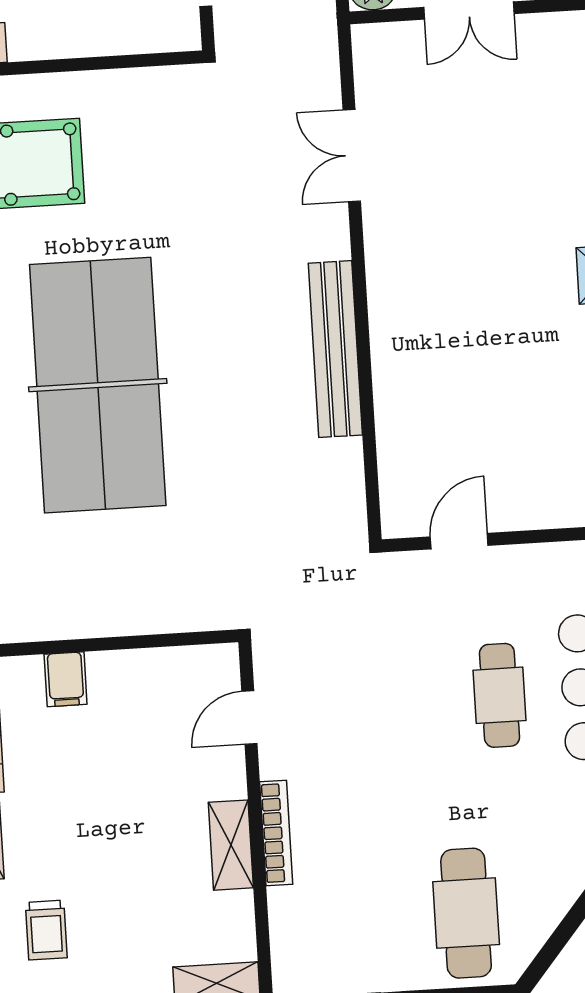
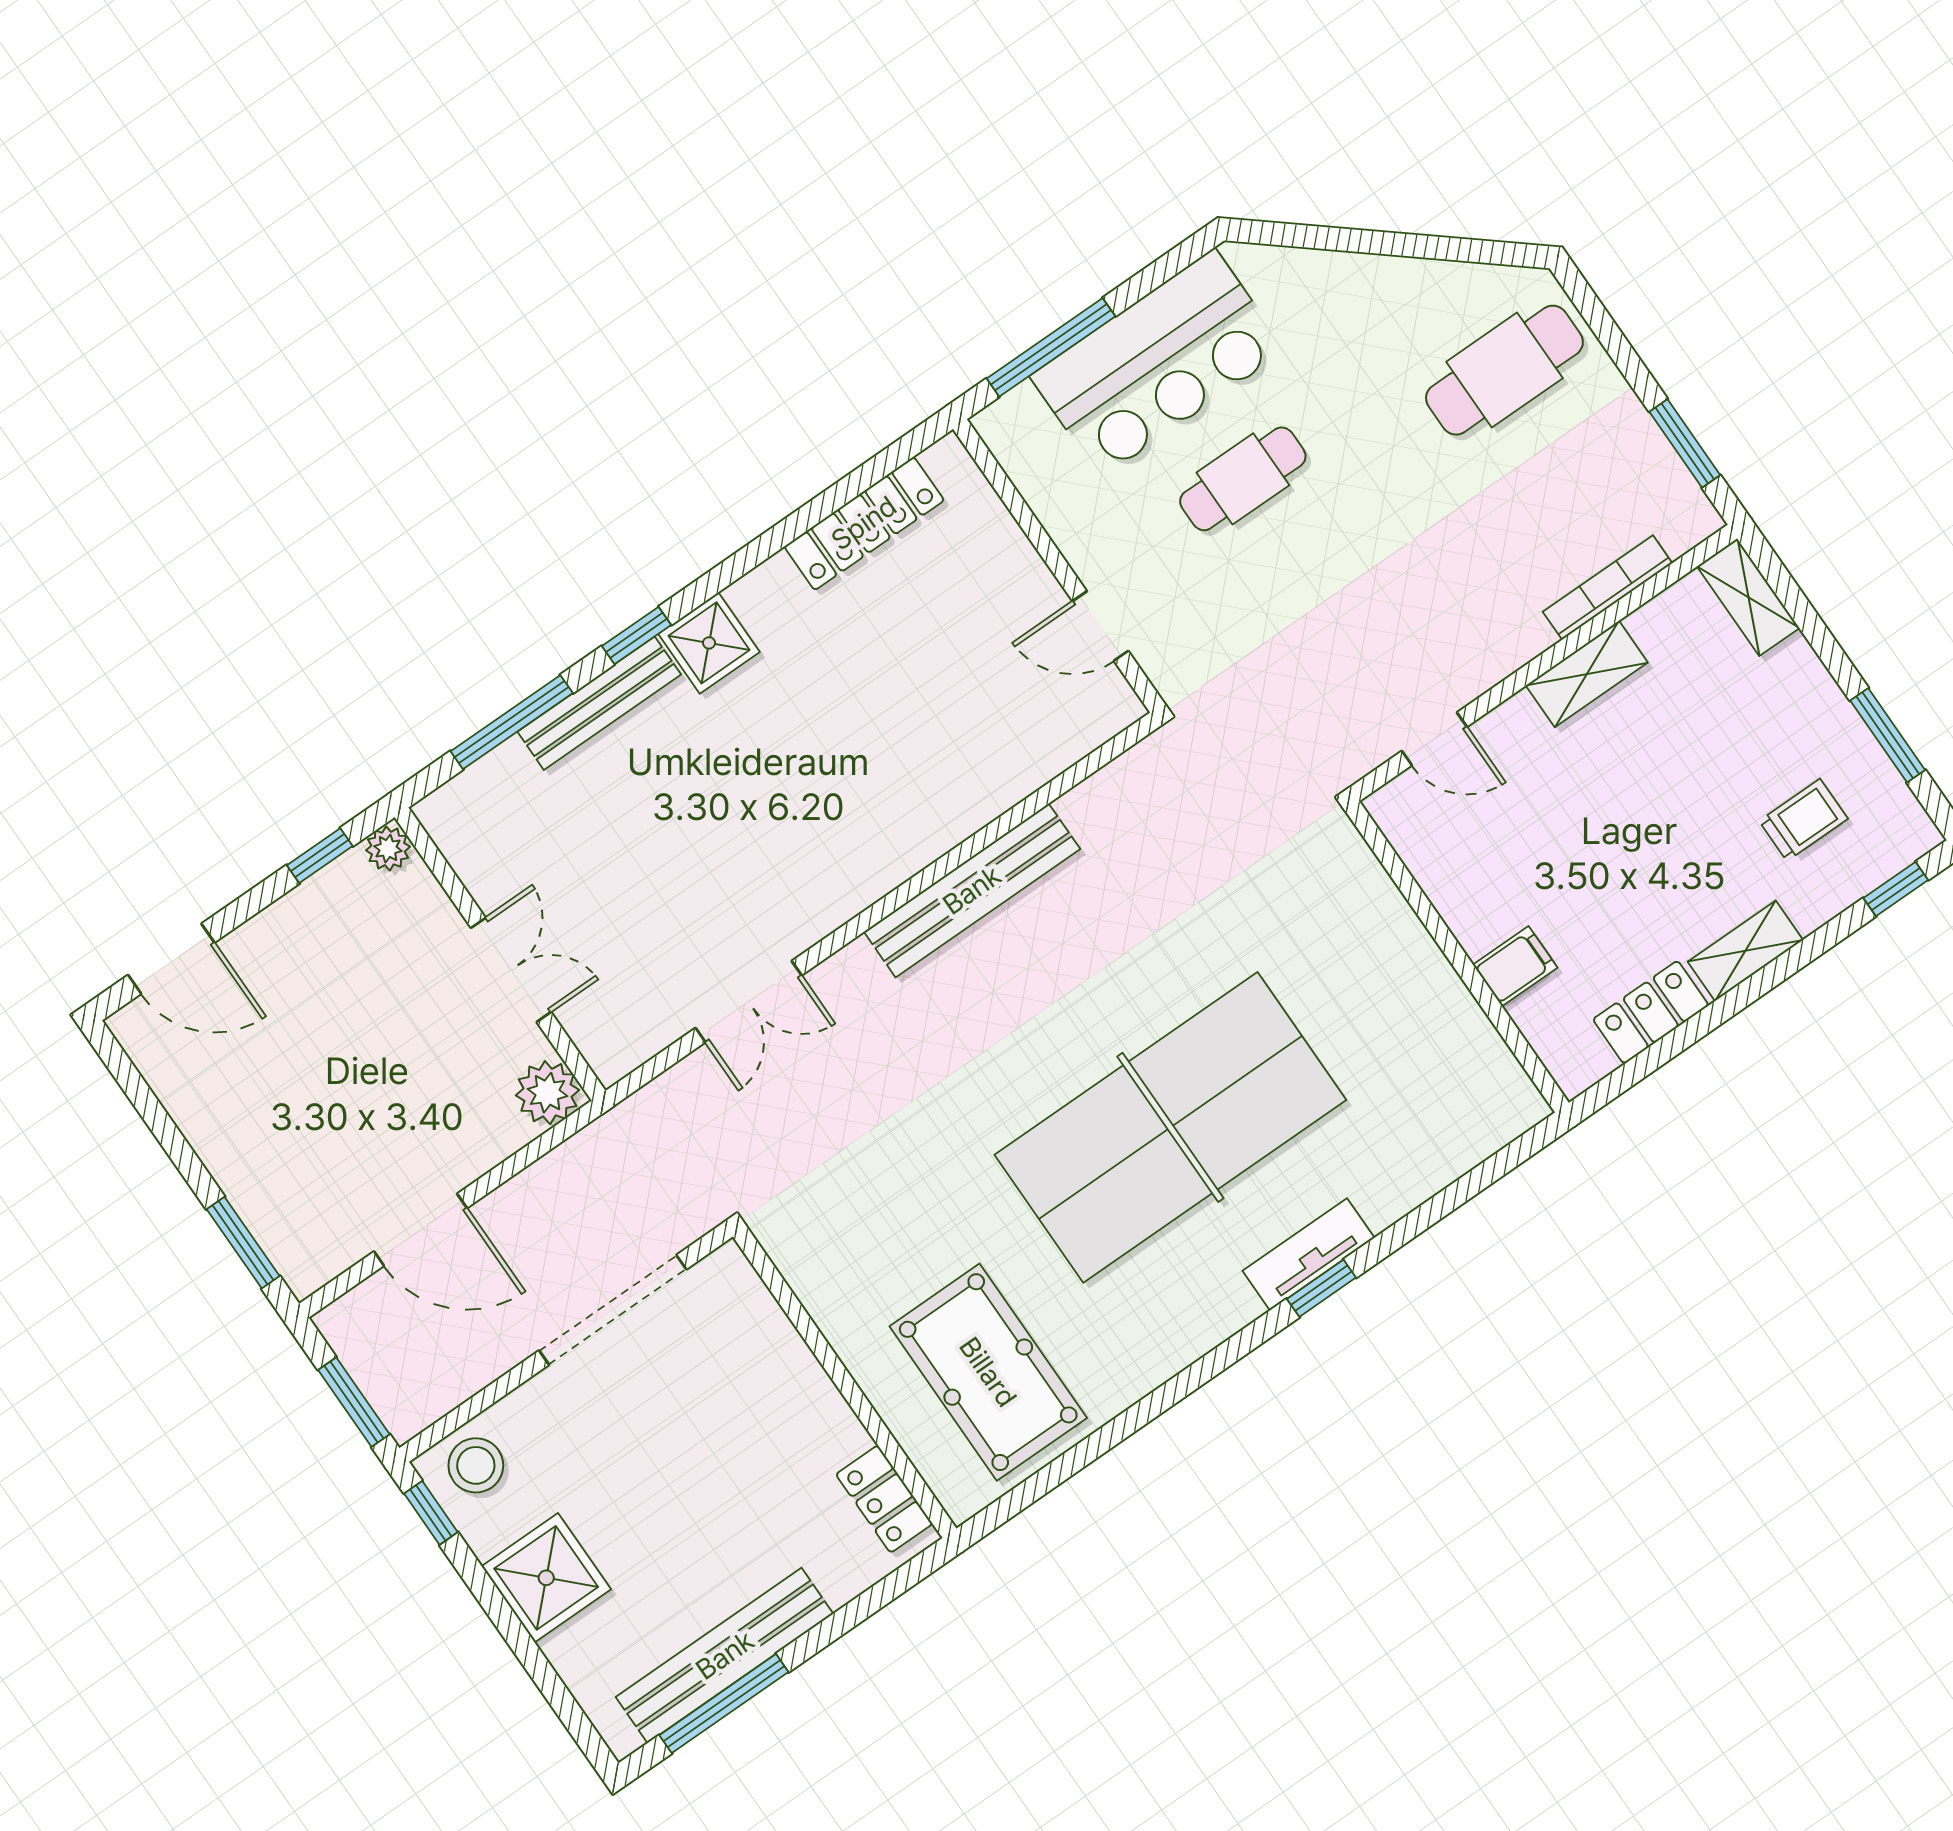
bookcase: (276, 833) -> (1608, 588), moved

